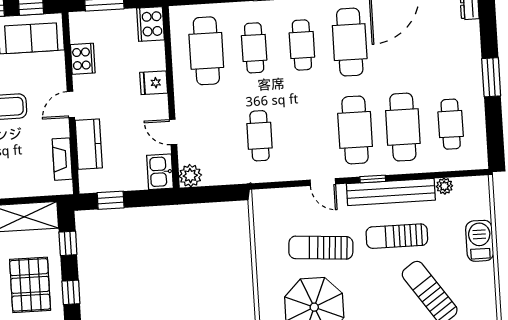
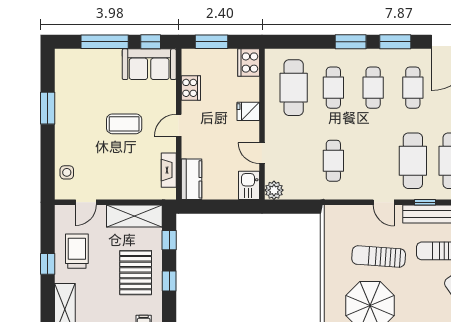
cafe table: (350, 42) -> (413, 88), width x0.73, depth x0.74
kitchen counter: (89, 144) -> (191, 179), moved
window: (111, 200) -> (207, 207), removed

